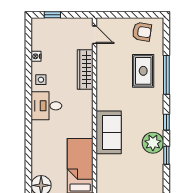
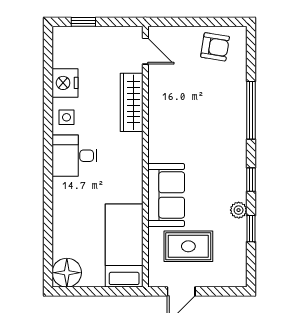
nightstand: (36, 56) -> (65, 83), width x1.89, depth x1.79
rug: (143, 71) -> (188, 246), moved, turned 90
plant: (153, 143) -> (239, 210), width x0.53, depth x0.53

